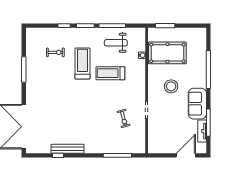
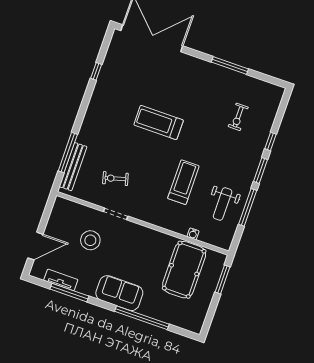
weight bench: (116, 43) -> (223, 204), turned 180
treadmill: (82, 63) -> (159, 122), moved, turned 180
stool: (171, 86) -> (90, 240), moved
sofa: (197, 104) -> (119, 293), moved
bench: (68, 149) -> (73, 167), moved
door: (186, 155) -> (35, 246), hinge flipped

